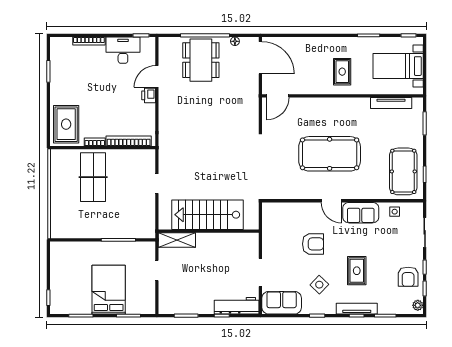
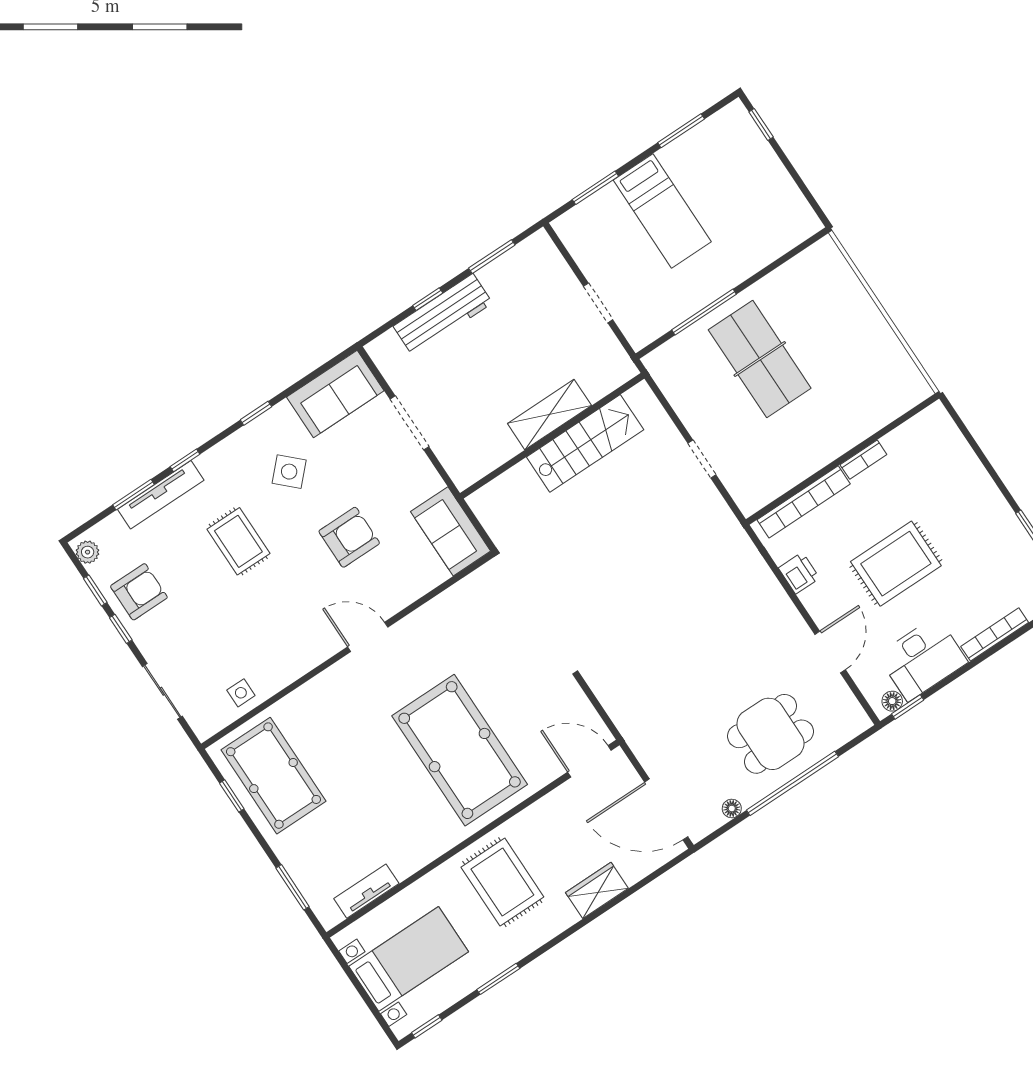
floor lamp: (146, 42) -> (892, 701), added
wardrobe: (308, 44) -> (597, 890), added
dining table: (201, 60) -> (770, 734), width x0.73
rug: (342, 72) -> (502, 882), width x1.36, depth x1.43
printer: (149, 95) -> (799, 573), moved
door: (278, 96) -> (589, 761), hinge flipped
tv unit: (391, 103) -> (366, 891), width x0.71
rug: (66, 124) -> (896, 564), moved, turned 90
pool table: (330, 154) -> (460, 750), moved, turned 90
table tennis table: (93, 177) -> (760, 359), moved
sofa: (361, 213) -> (451, 531), moved, turned -90
stairs: (207, 215) -> (585, 443), width x0.73, depth x0.66
shelving: (177, 240) -> (549, 414), moved
armchair: (313, 244) -> (349, 537), turned 180
armchair: (408, 277) -> (139, 592), turned 90
bed: (109, 290) -> (662, 211), width x0.67
workbench: (237, 306) -> (443, 315), moved
tv unit: (357, 309) -> (161, 495), moved

